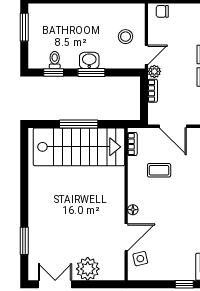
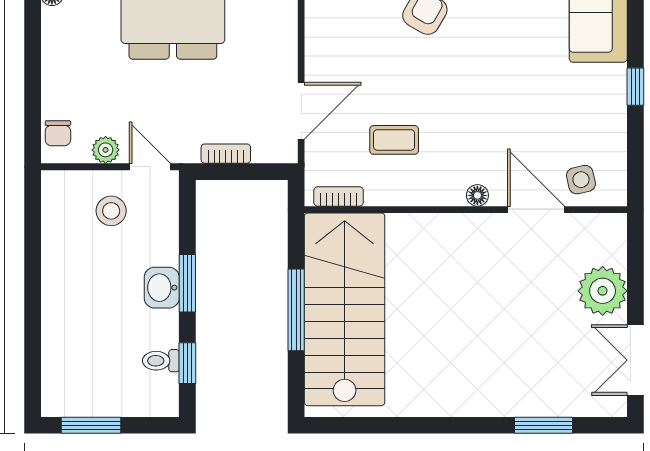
plant: (154, 71) -> (106, 150), moved
coffee table: (159, 170) -> (394, 140), turned 90

